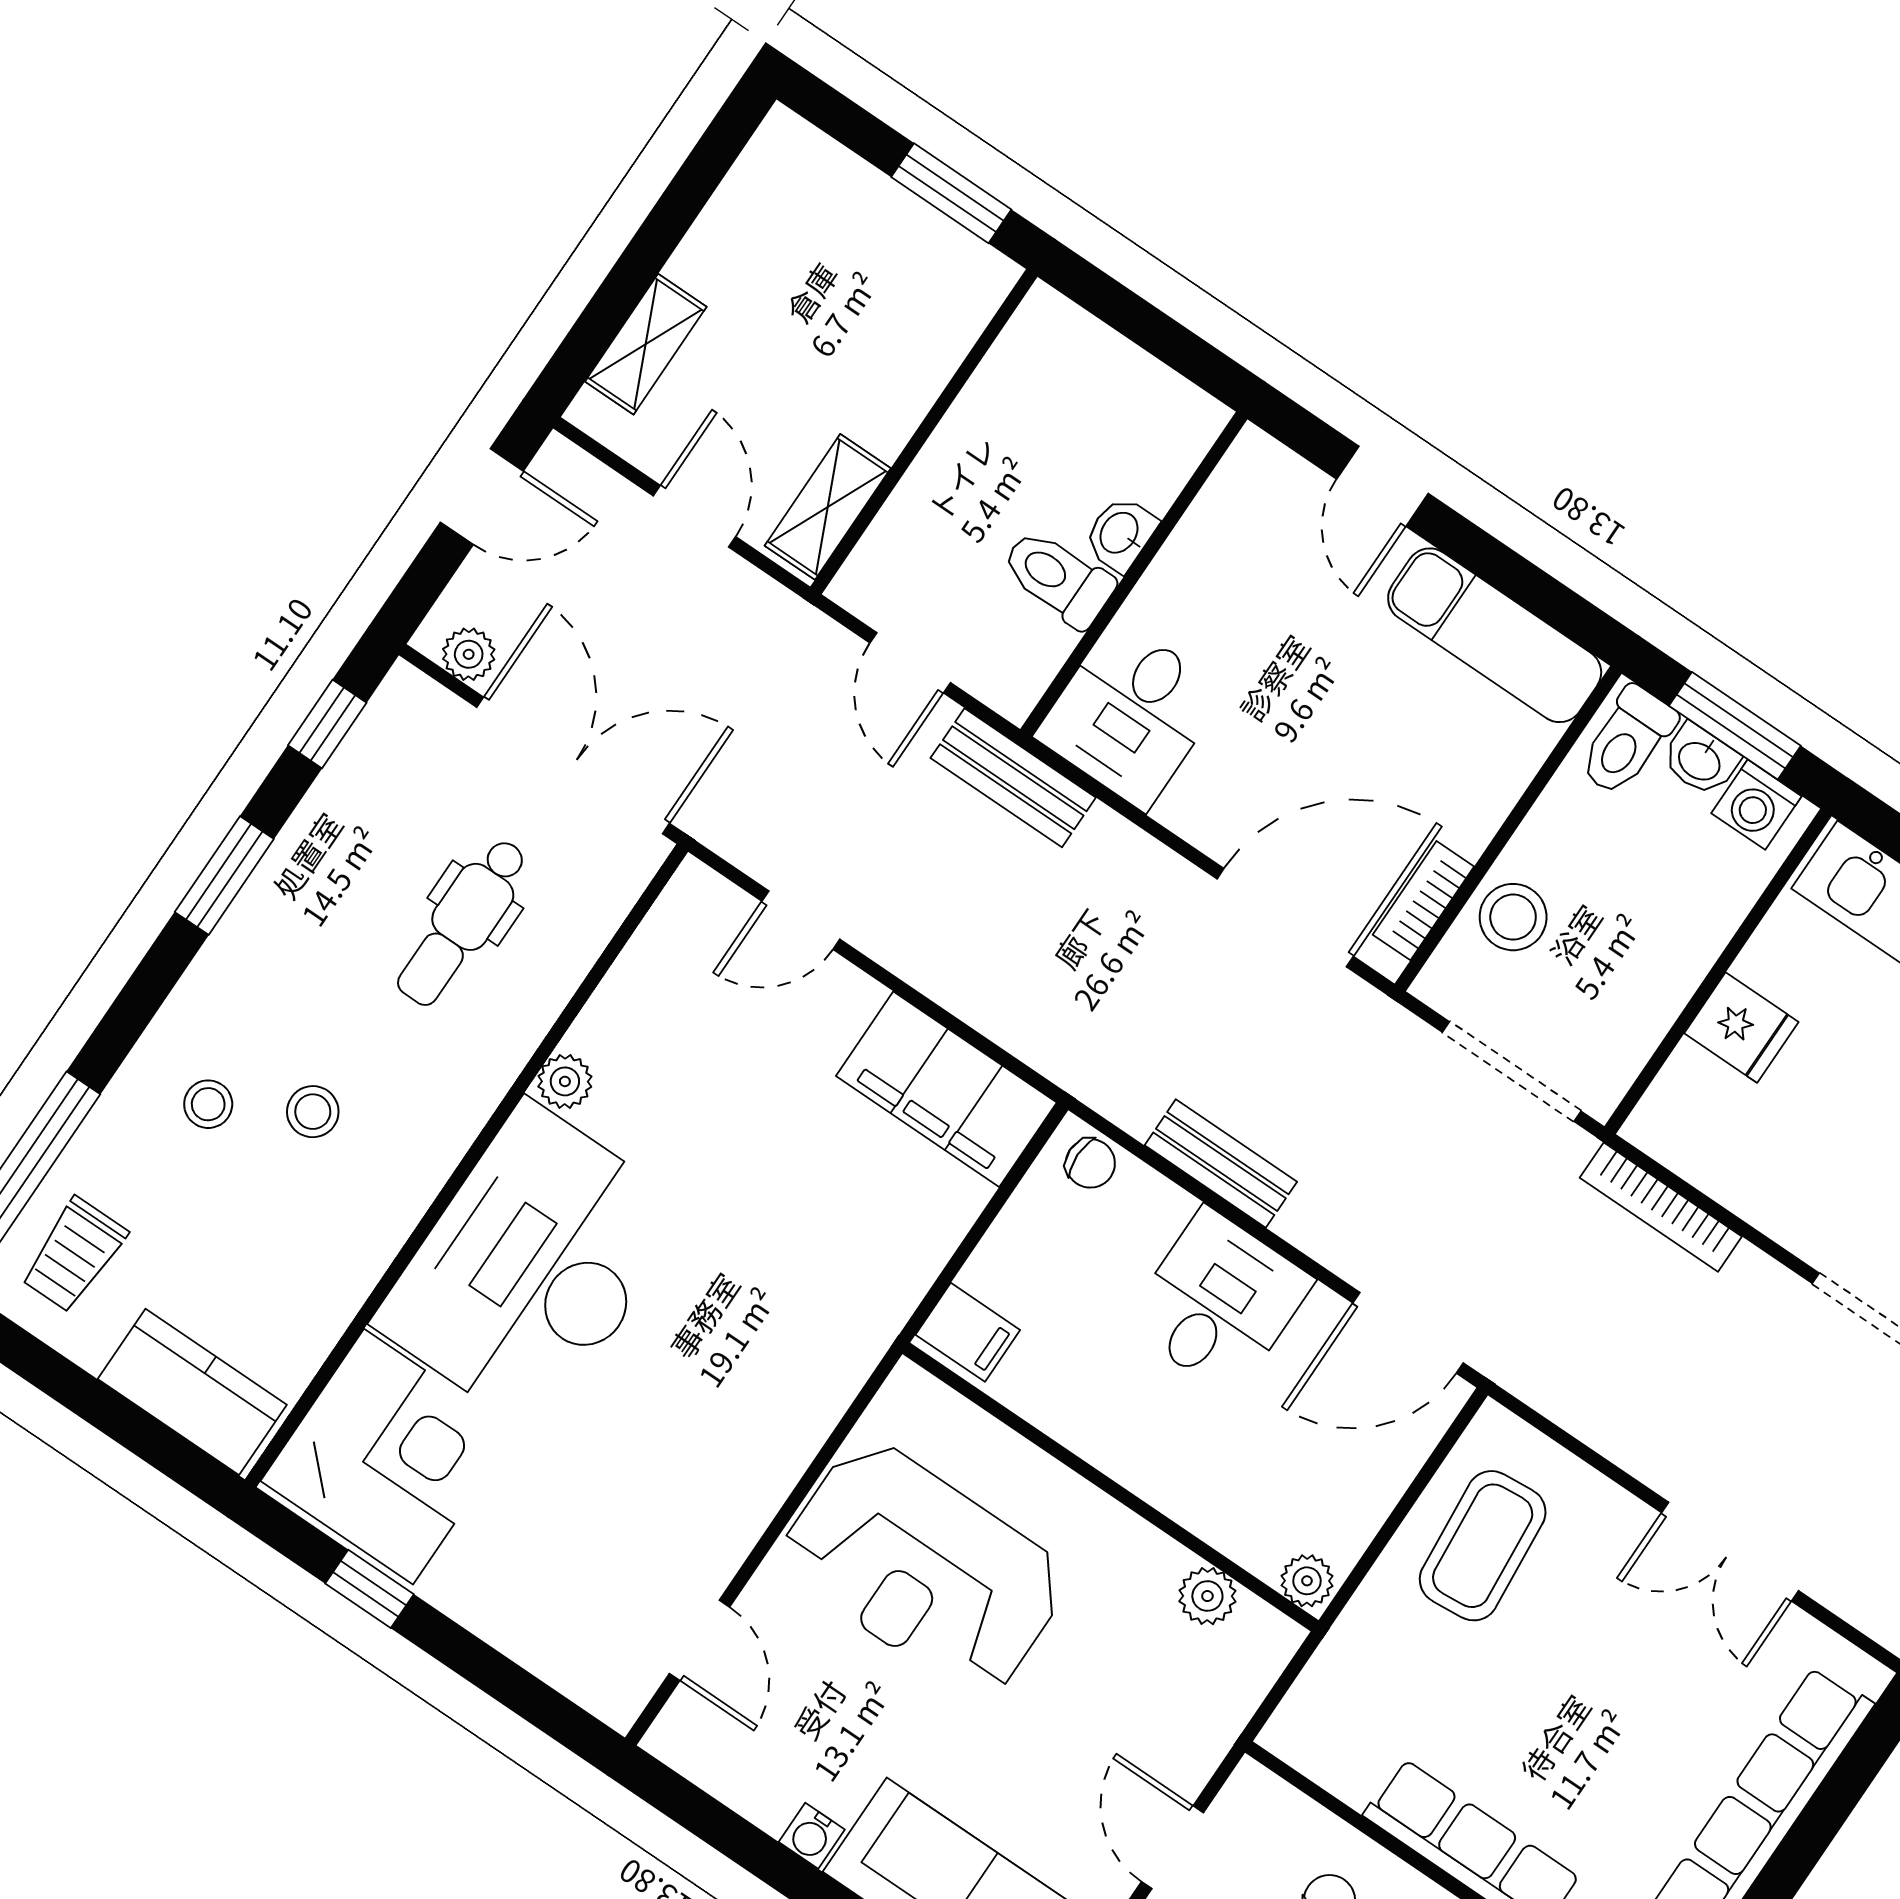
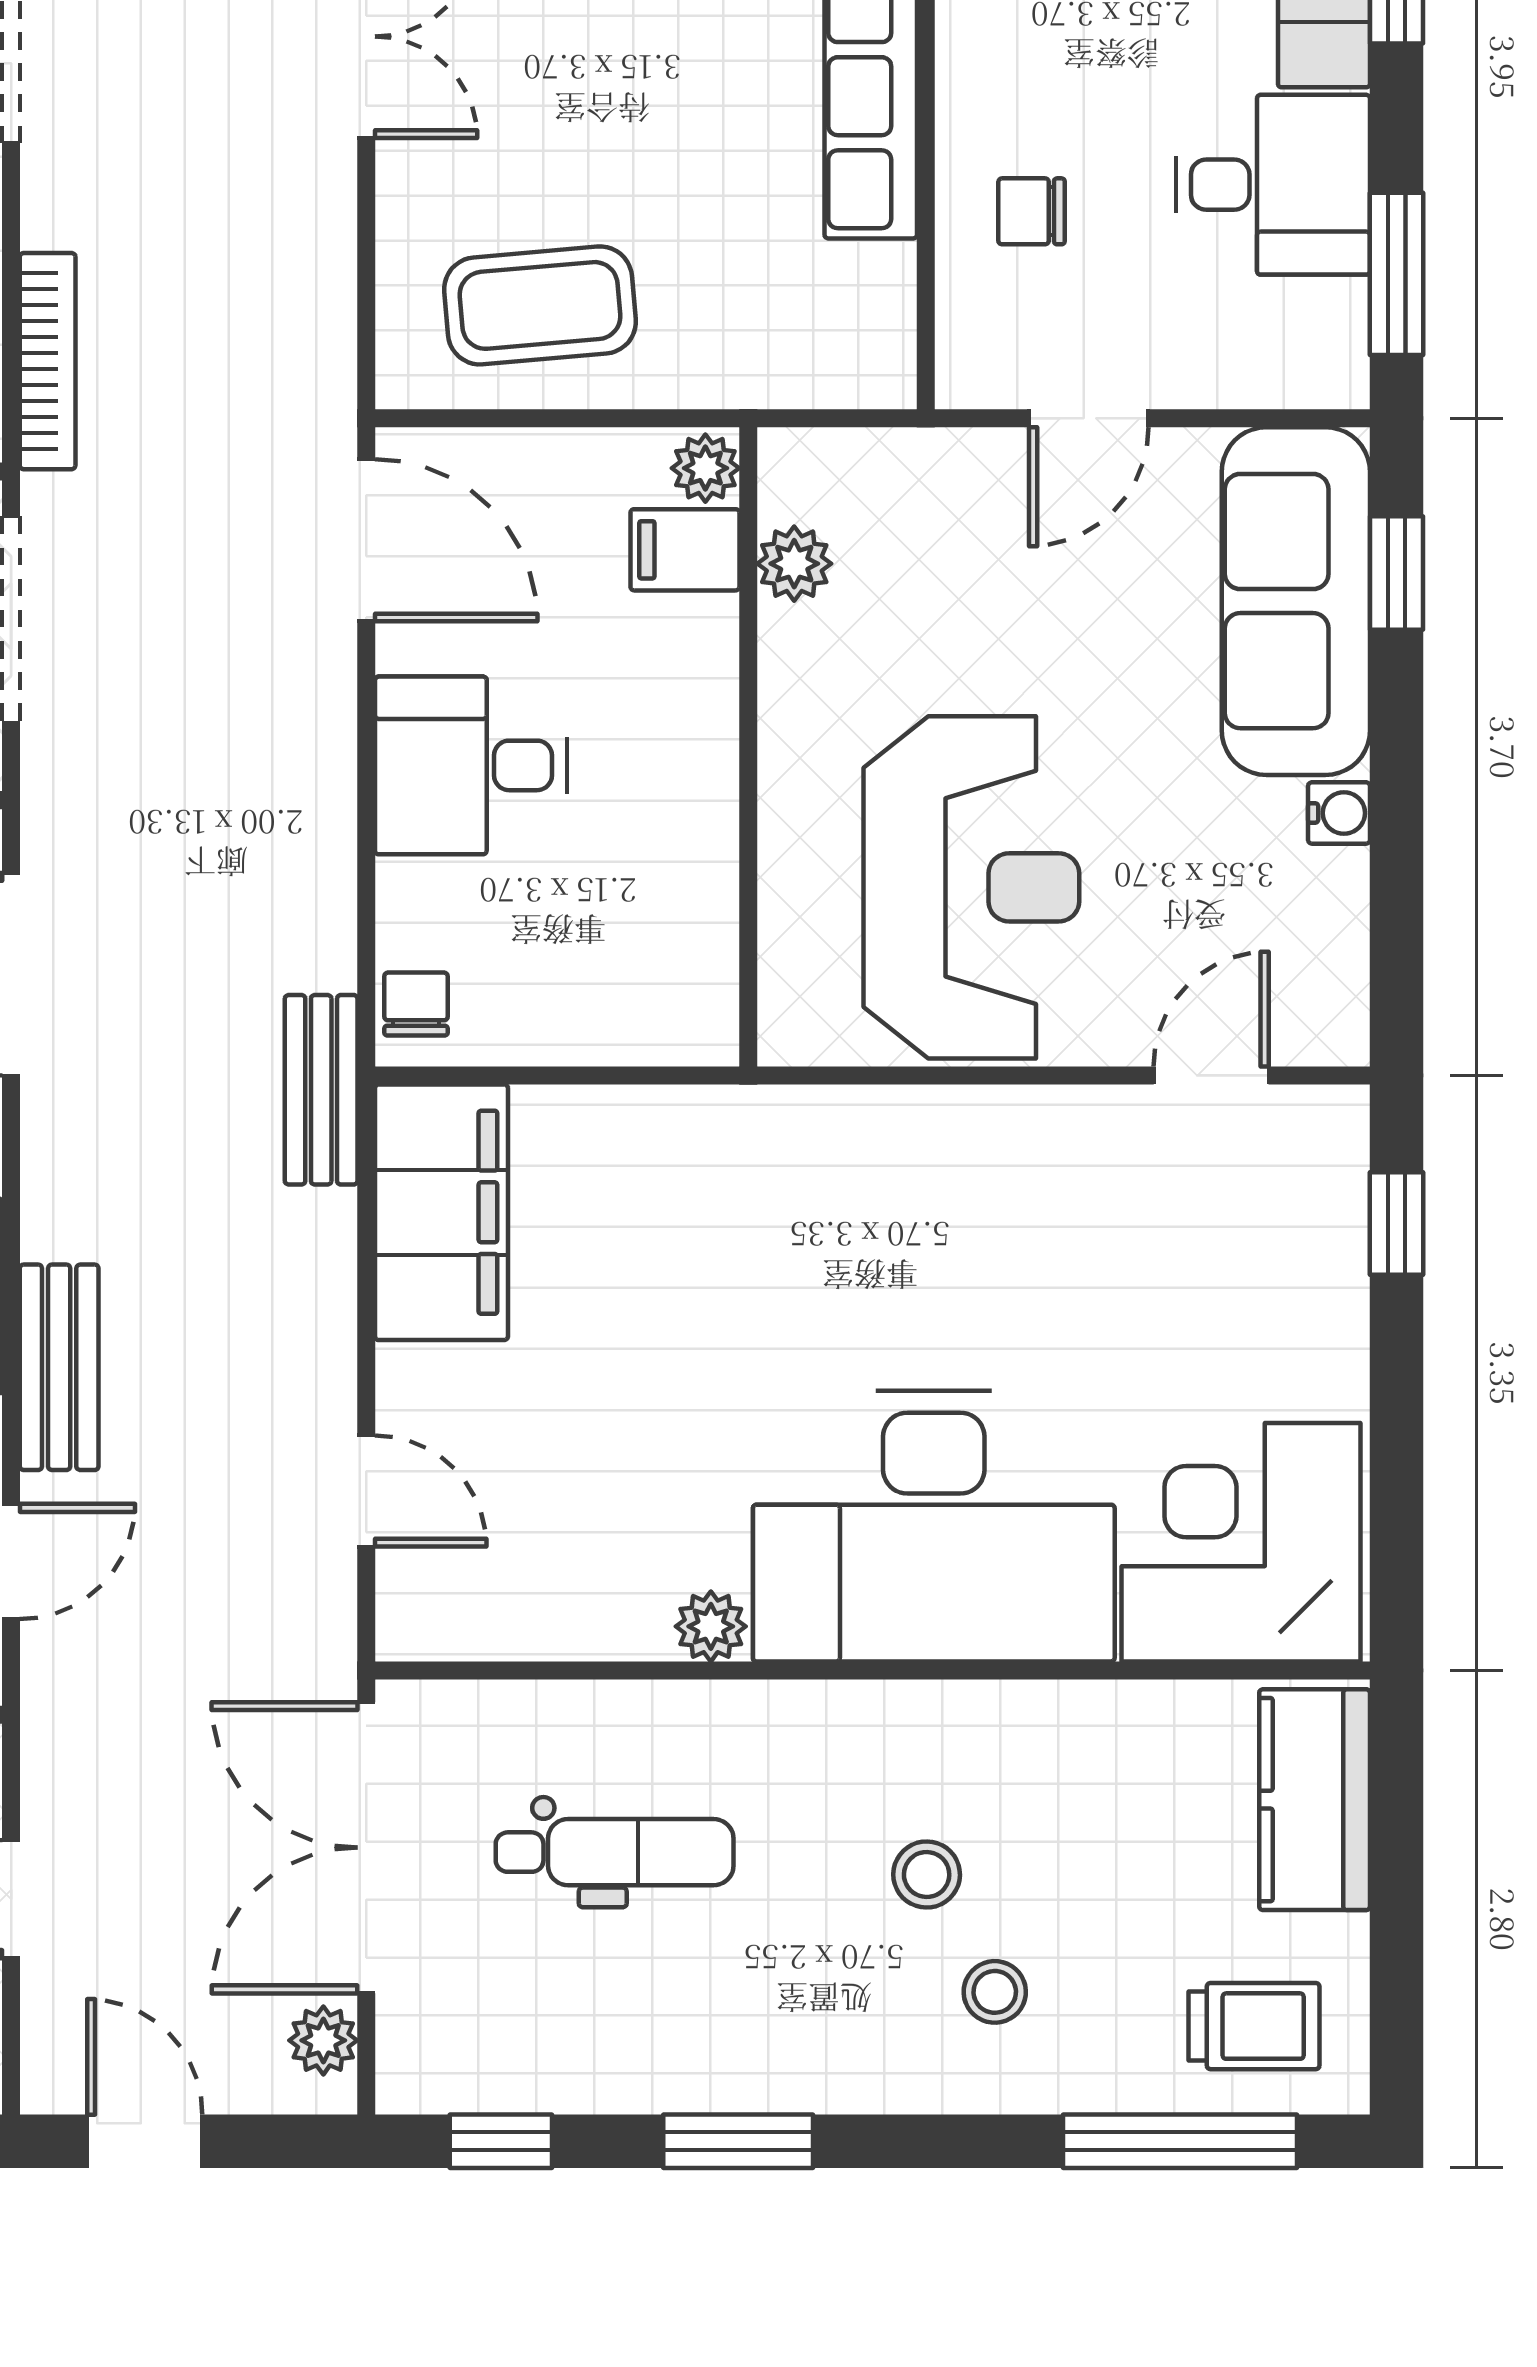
bench: (1221, 1163) -> (321, 1090), moved
filing cabinet: (968, 1332) -> (685, 550), moved, turned -90
window: (369, 1589) -> (1396, 1224), moved

